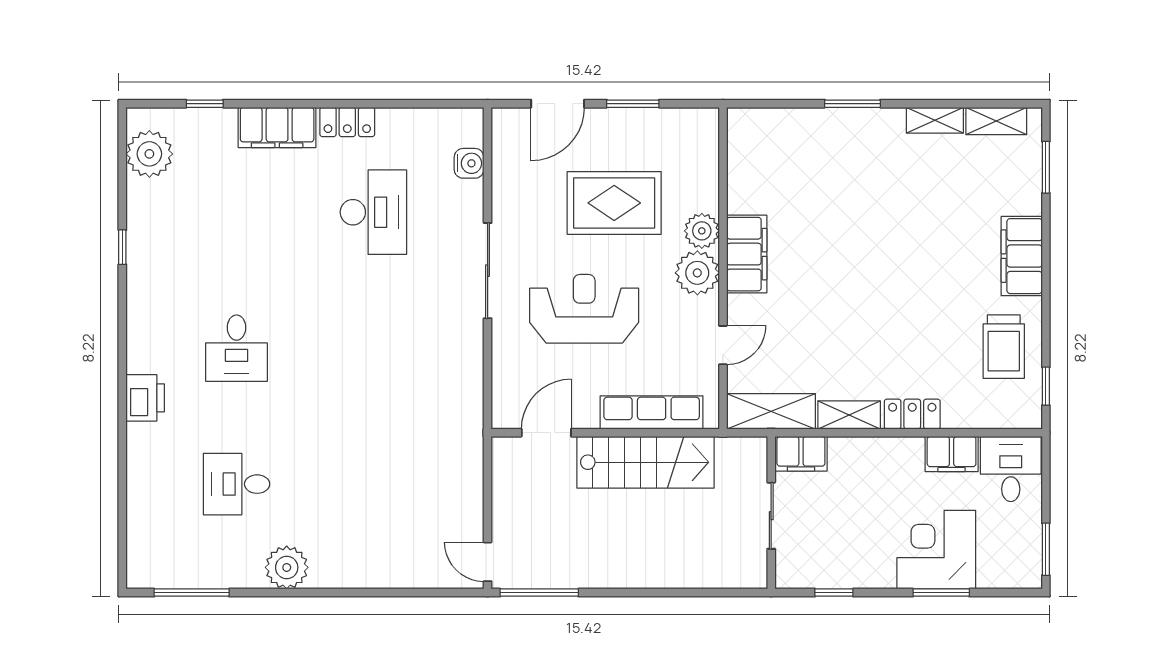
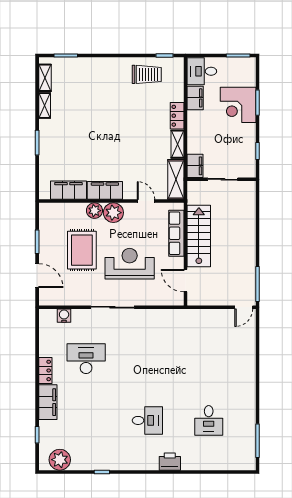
filing cabinet: (1022, 256) -> (68, 190), moved, turned 180
reception desk: (584, 309) -> (130, 264), turned 90
plant: (287, 567) -> (246, 398), removed

